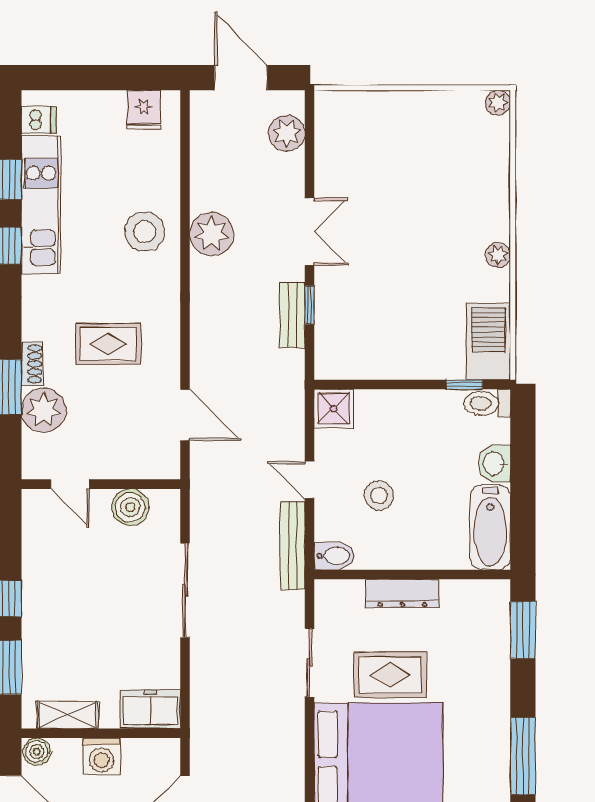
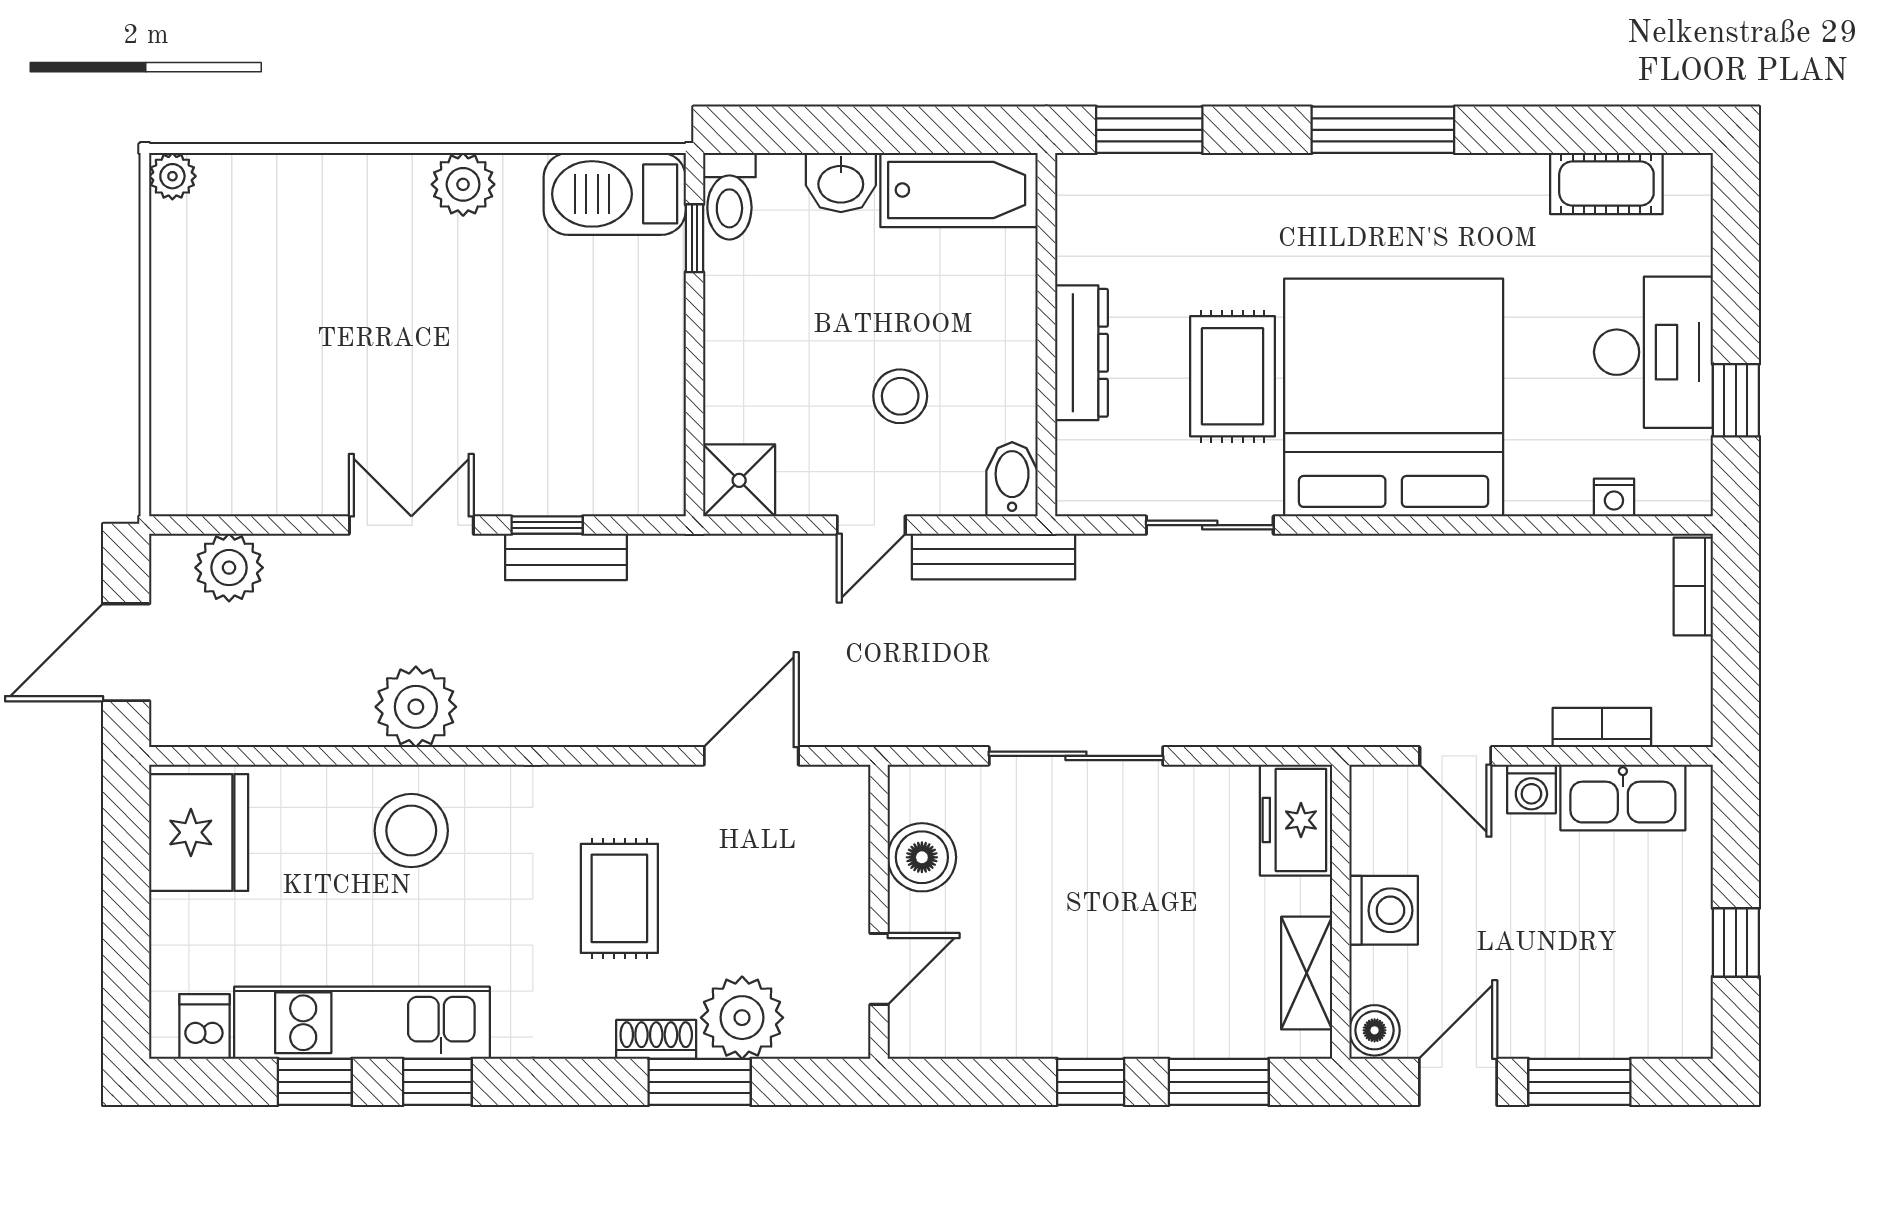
fridge: (144, 110) -> (199, 832), width x1.88, depth x1.34
plant: (498, 255) -> (463, 184), width x1.38, depth x1.38

